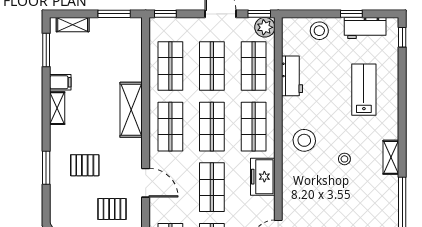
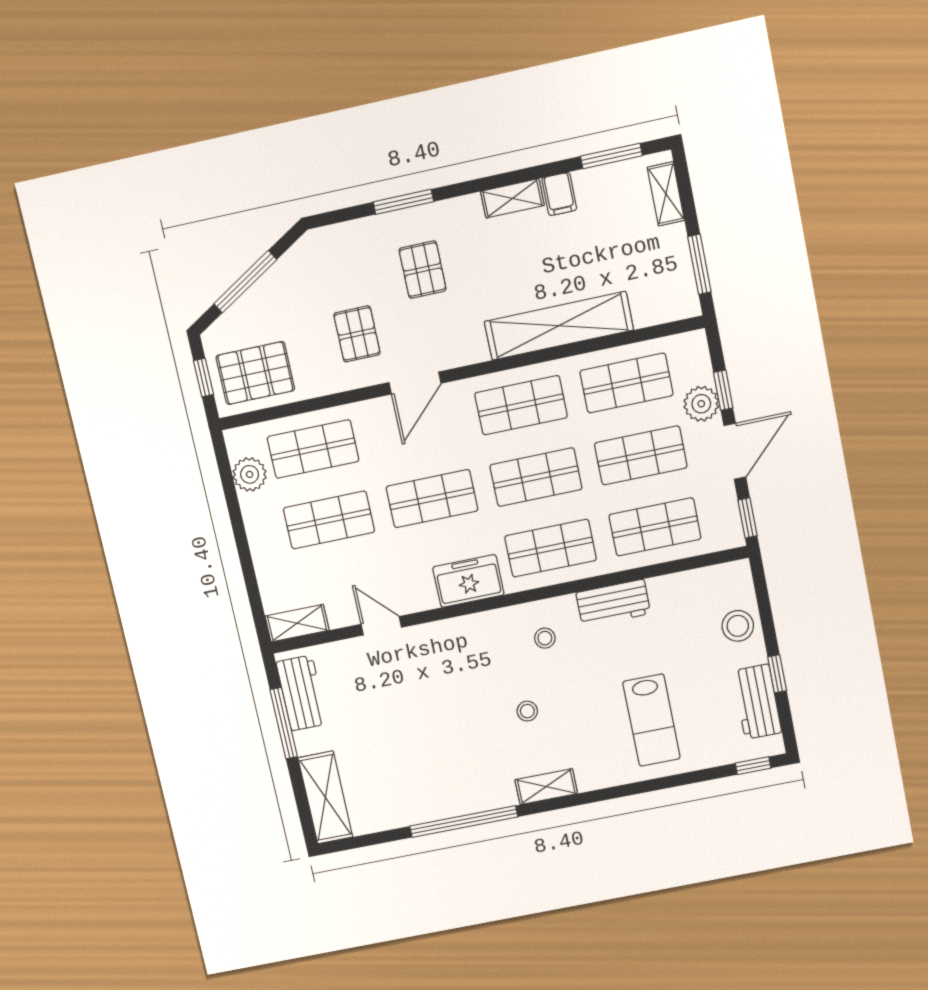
window: (165, 14) -> (723, 390), moved
plant: (265, 27) -> (701, 404), moved
workbench: (292, 76) -> (613, 603), moved
lab bench: (364, 90) -> (651, 720), turned 90
shelving: (131, 110) -> (559, 326), width x1.47
stool: (304, 140) -> (545, 638), width x0.53, depth x0.53

